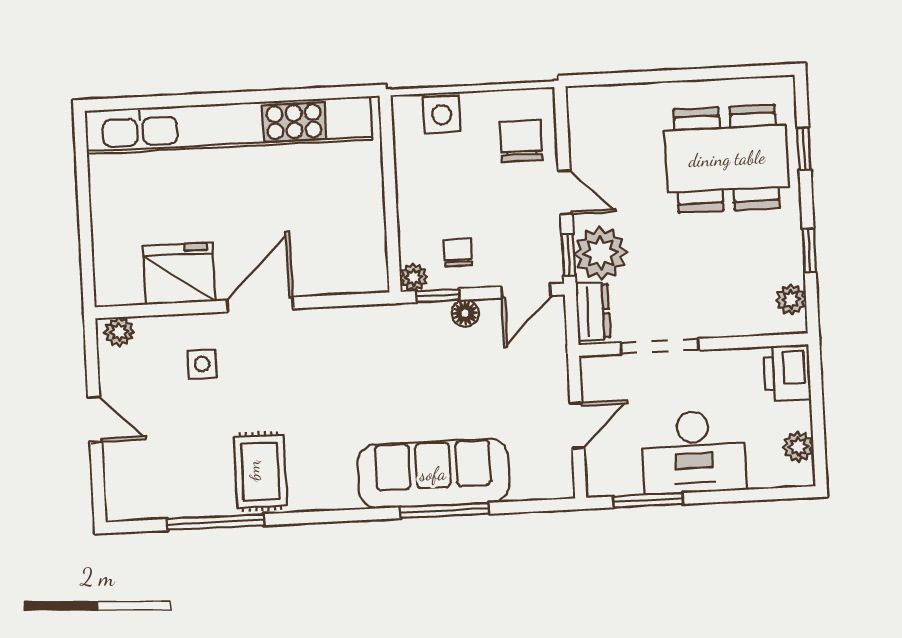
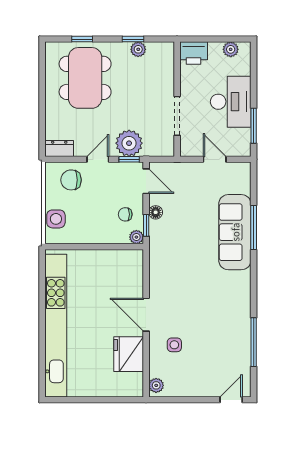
plant: (791, 299) -> (138, 49), moved
dresser: (593, 312) -> (59, 148), moved
door: (95, 419) -> (231, 400), moved
rug: (260, 471) -> (229, 318), removed

